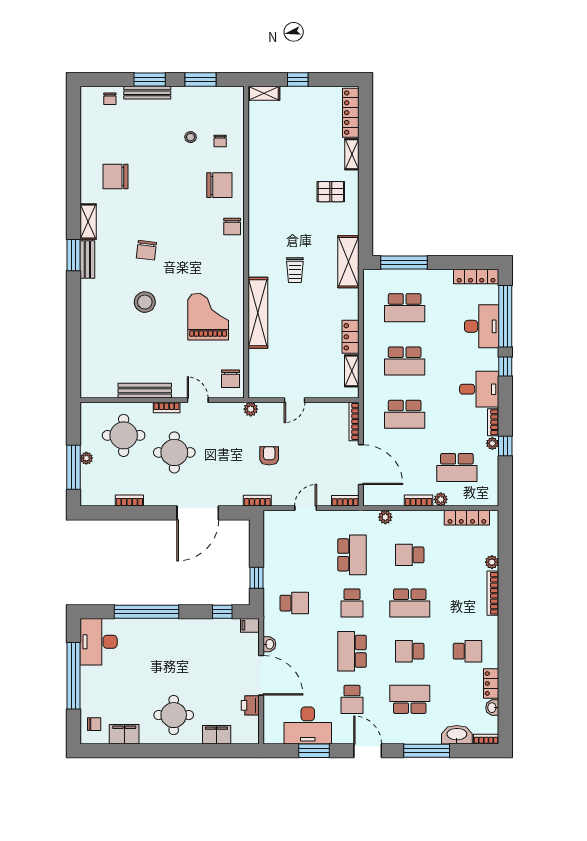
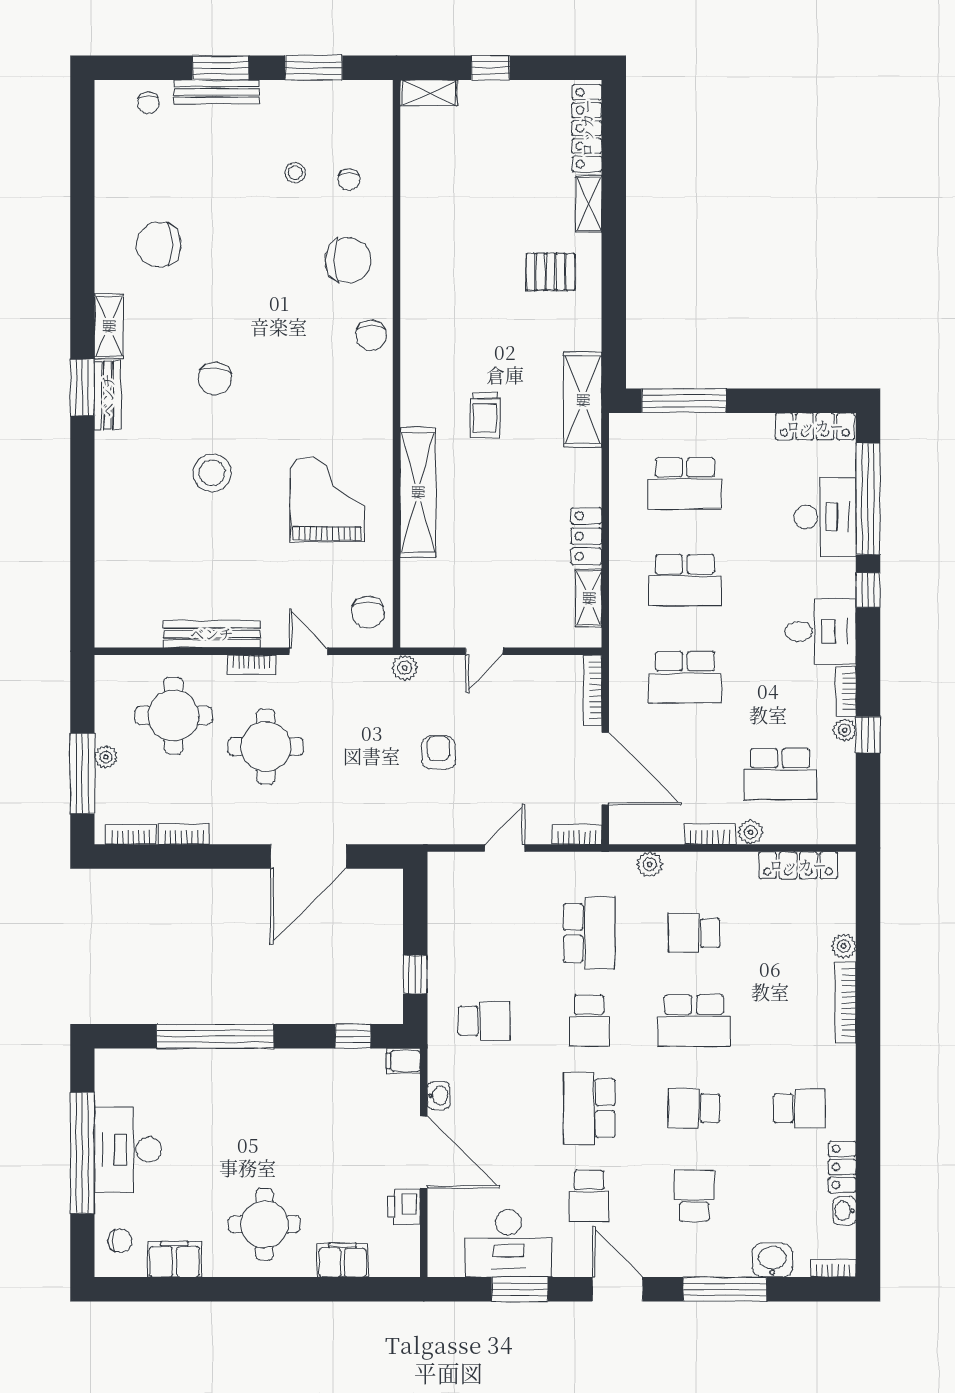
bookcase: (257, 501) -> (131, 834), moved
desk: (99, 642) -> (128, 1150), moved
school desk: (410, 699) -> (694, 1196), width x0.54
washbasin: (457, 735) -> (772, 1260), width x0.72

